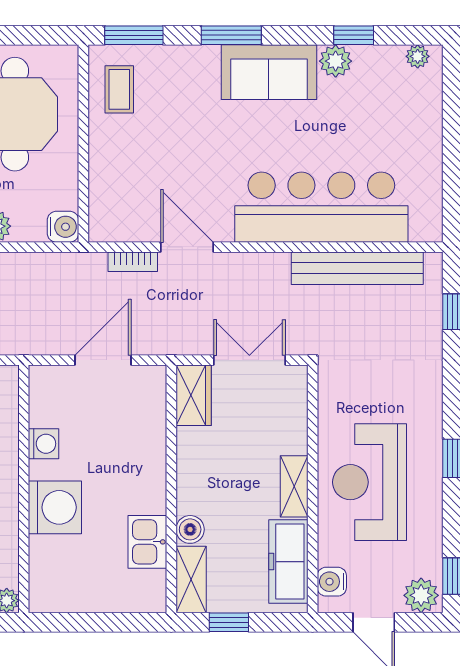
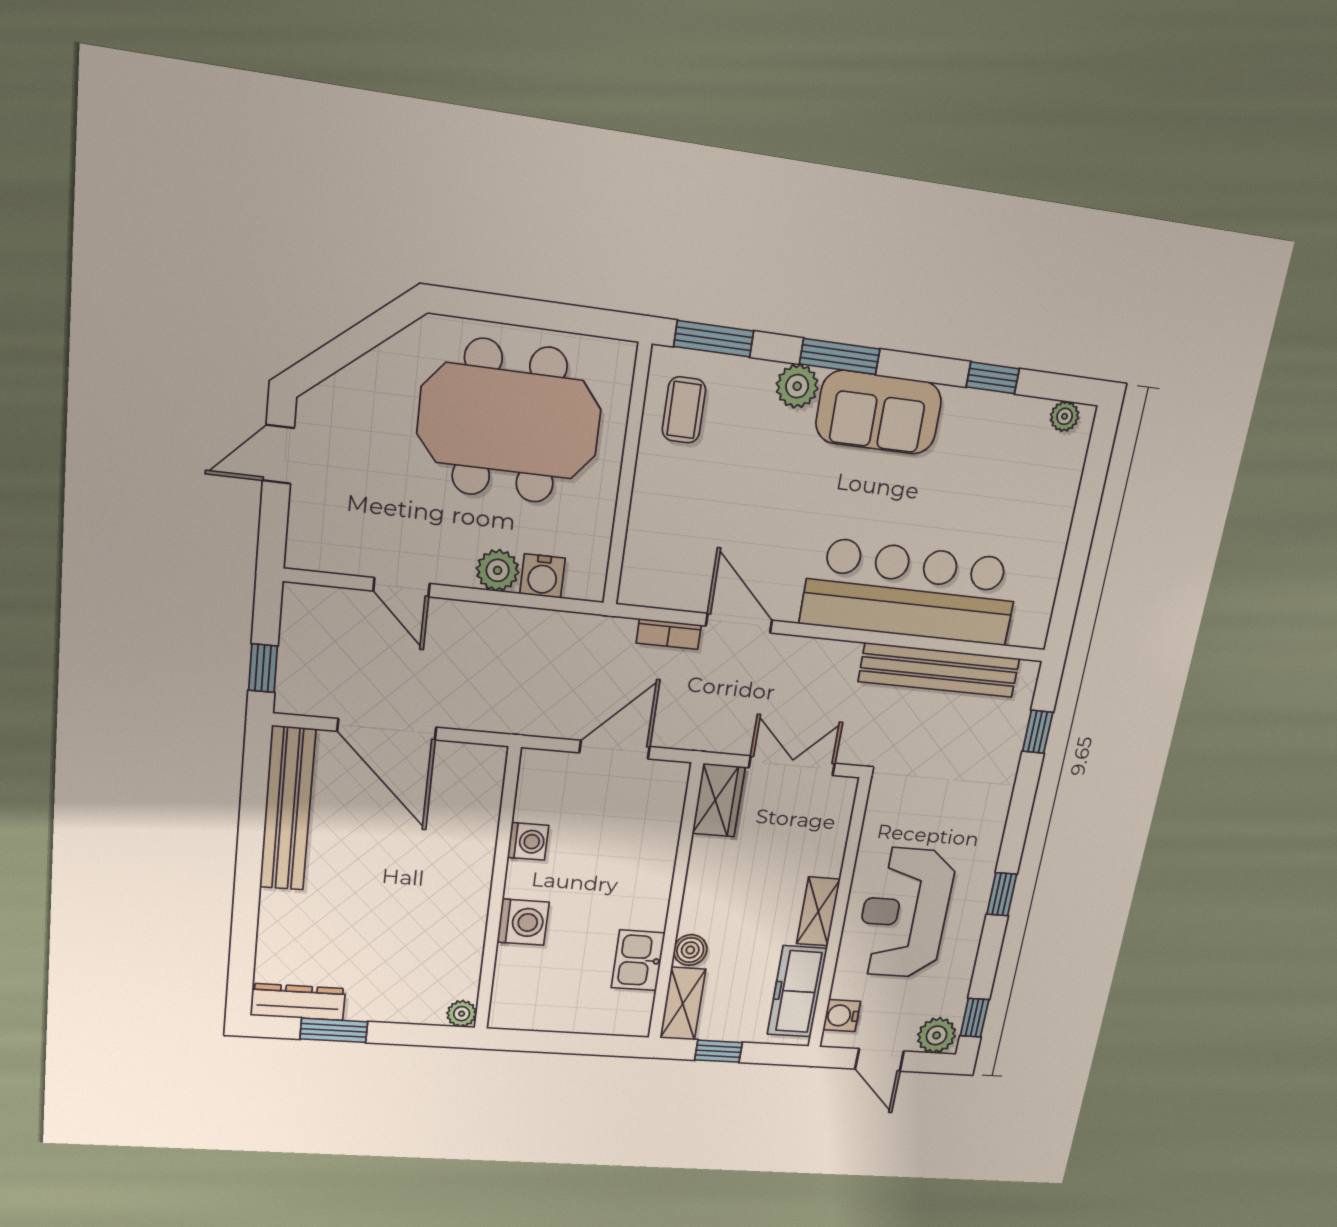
plant: (336, 61) -> (797, 386), moved
water cooler: (63, 227) -> (543, 576), moved, turned 90
washing machine: (55, 507) -> (523, 922), width x0.73, depth x0.73

